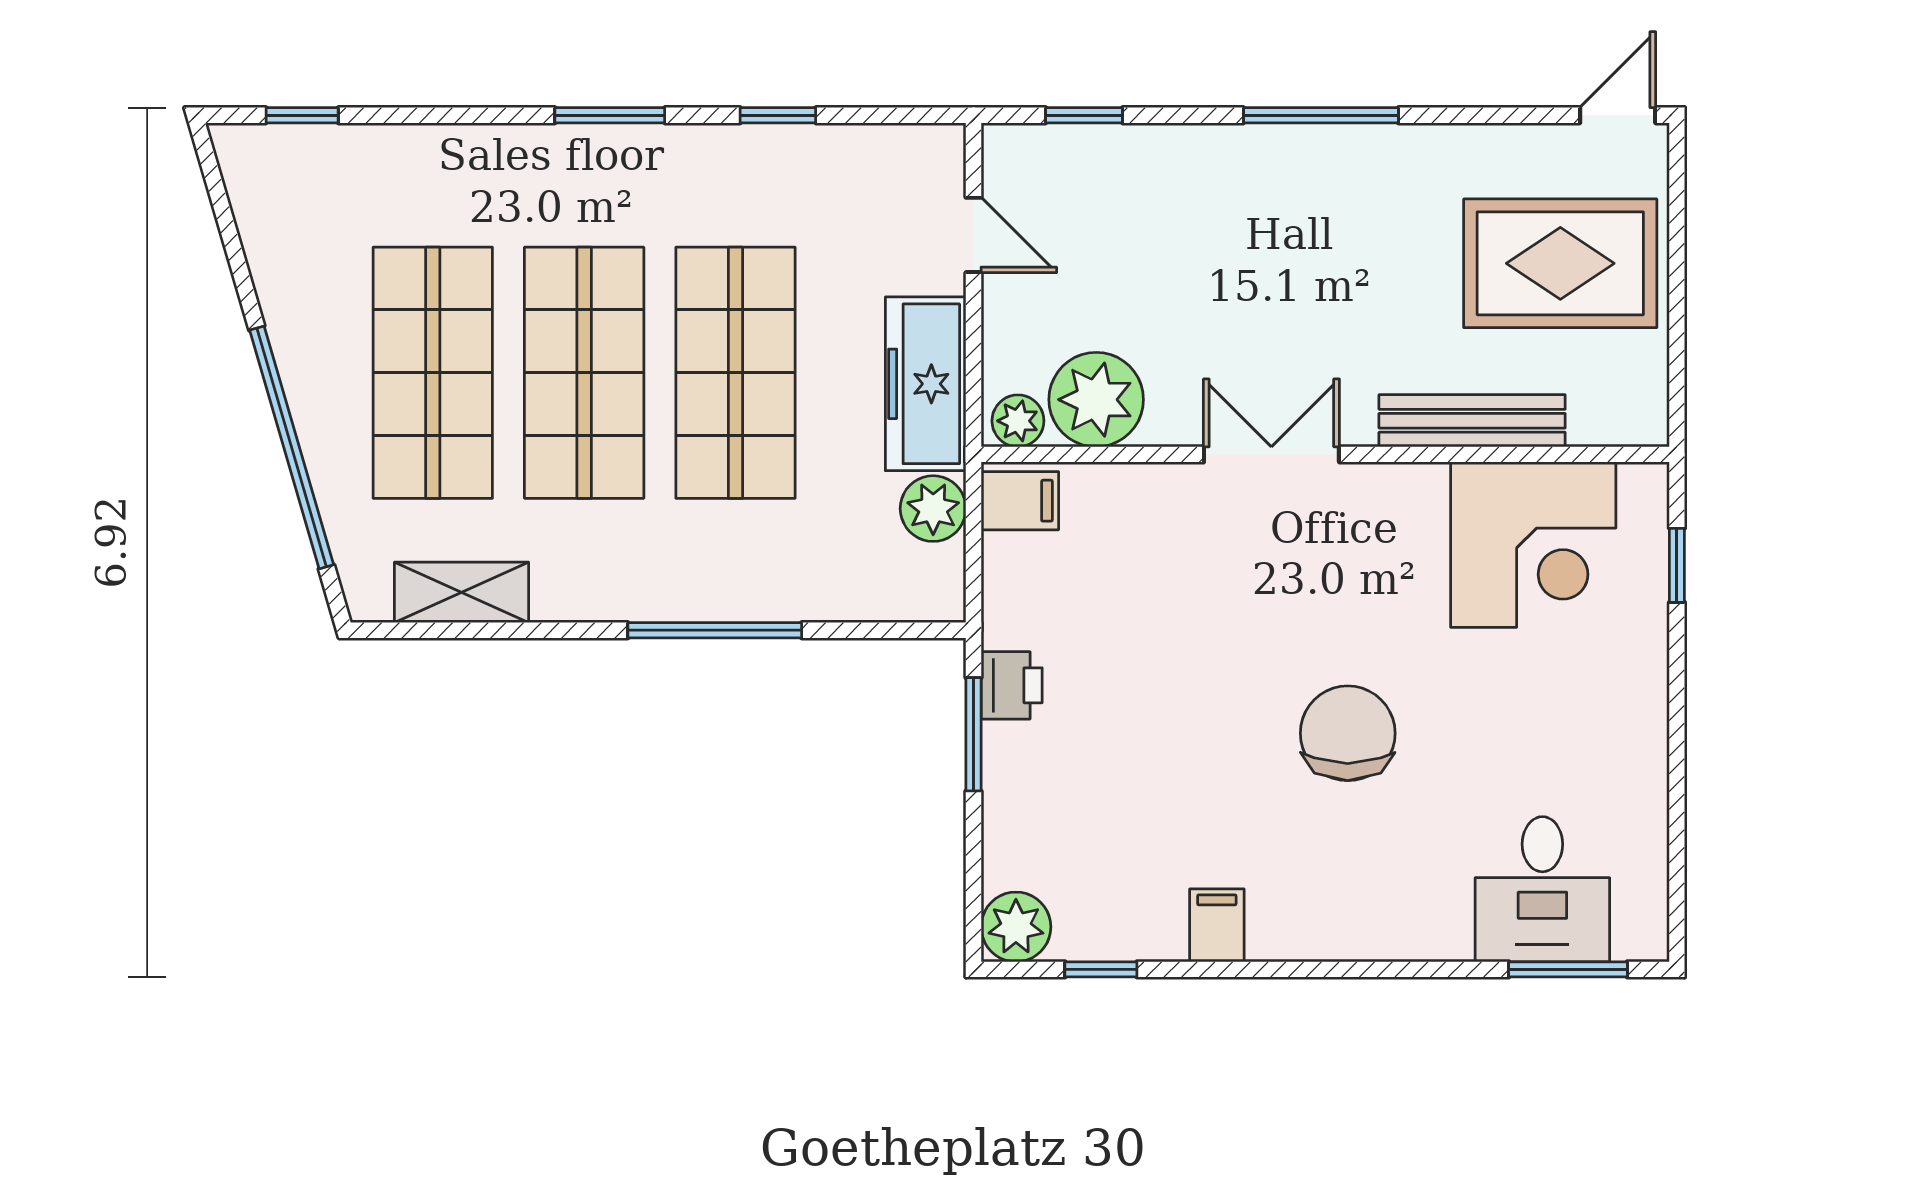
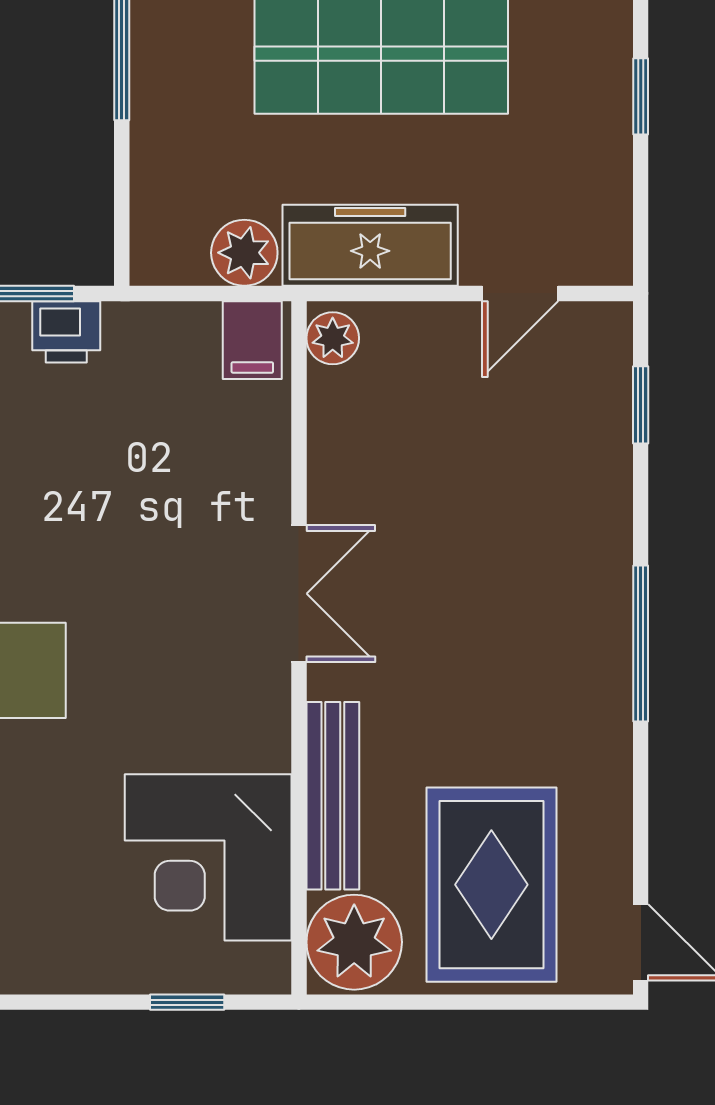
plant: (1096, 400) -> (354, 942), moved

